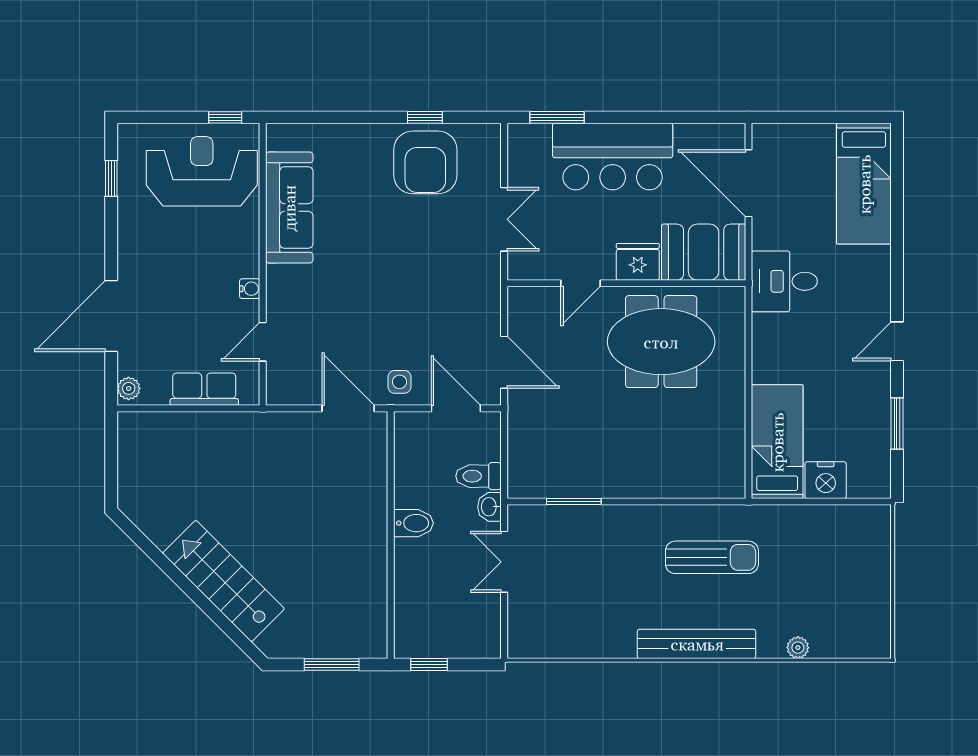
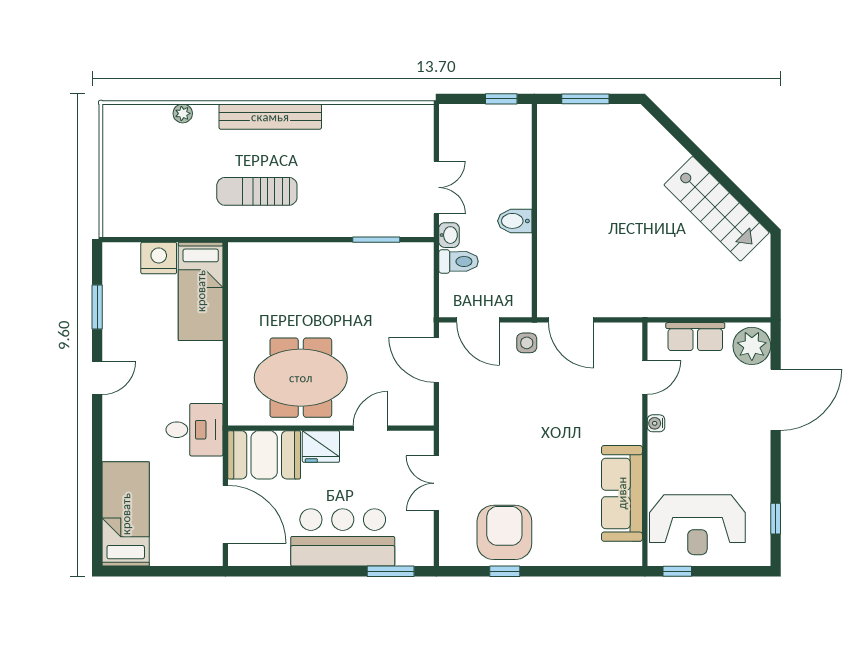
plant: (129, 388) -> (752, 346), width x1.88, depth x1.88
stairs: (223, 581) -> (717, 209), moved

